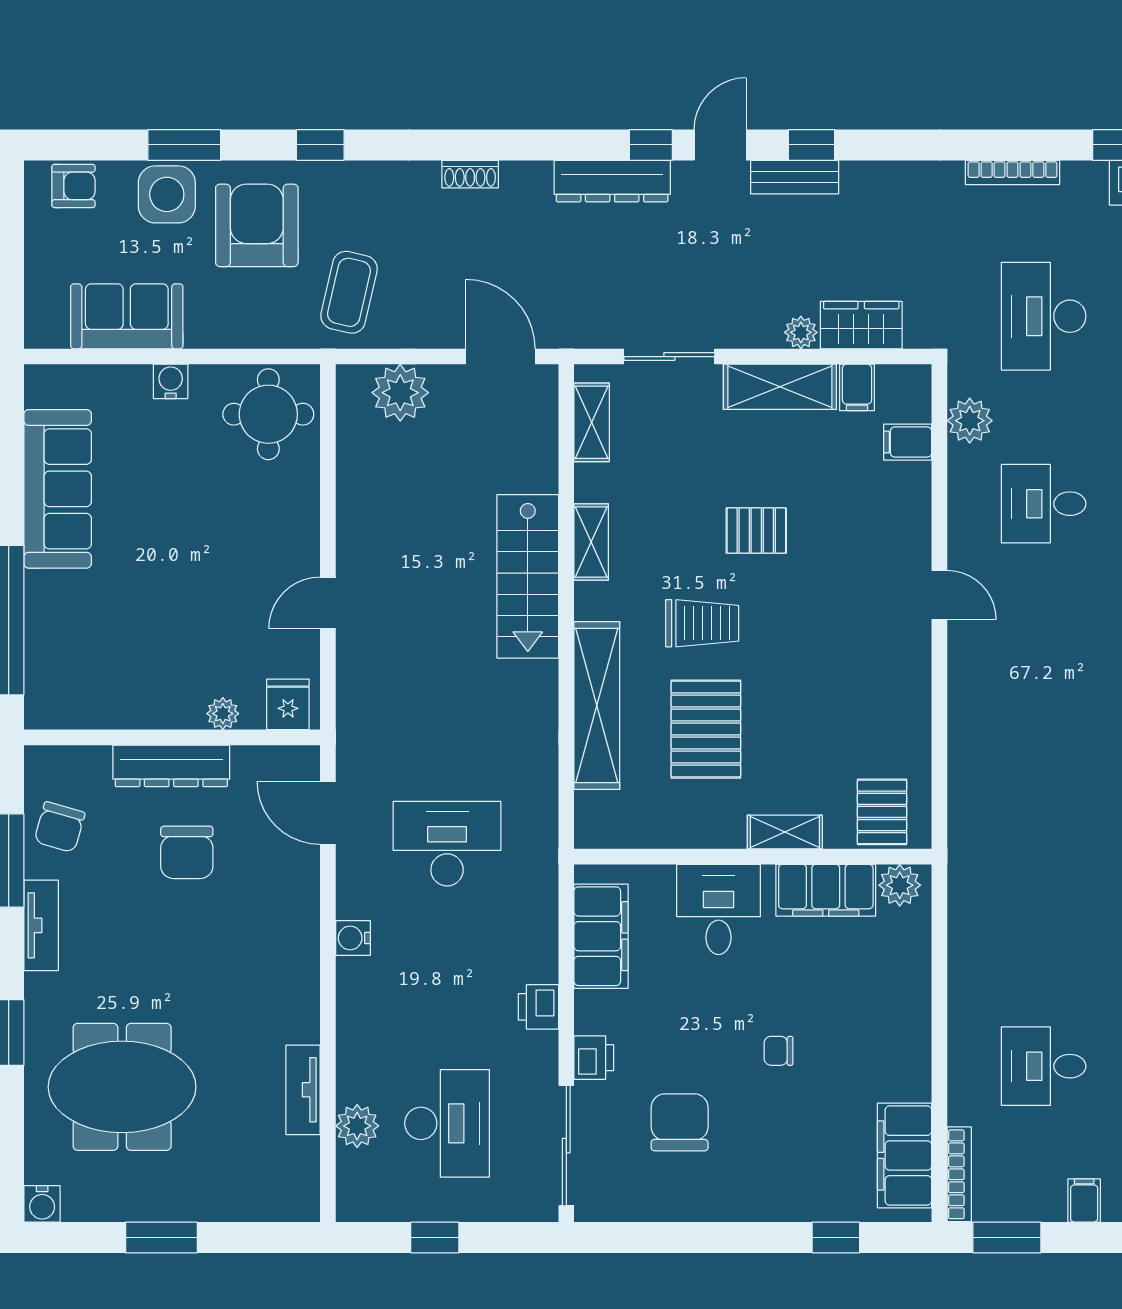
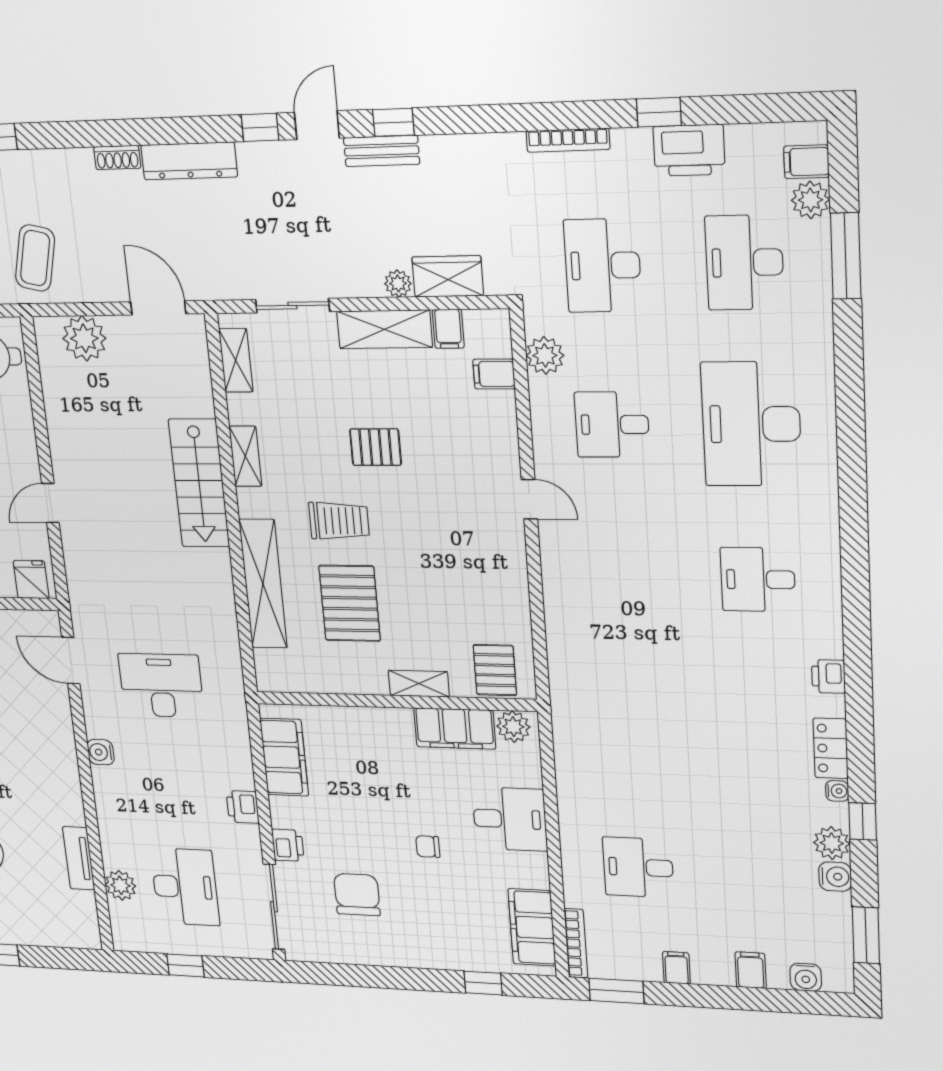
dresser: (612, 181) -> (189, 161), moved
desk: (719, 909) -> (510, 819), moved, turned 90

